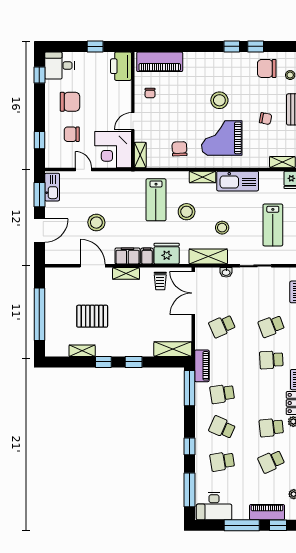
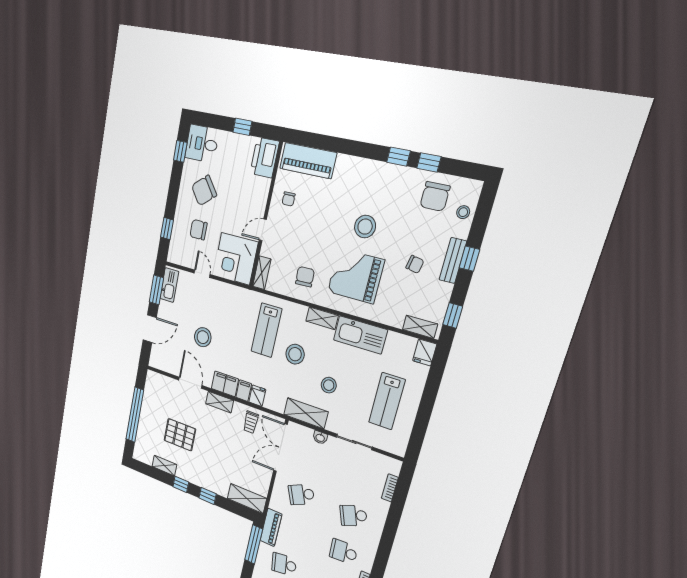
chair: (267, 68) -> (435, 196), turned -90
chair: (70, 102) -> (204, 191), turned 142
fridge: (167, 254) -> (257, 396), width x0.53, depth x0.75

